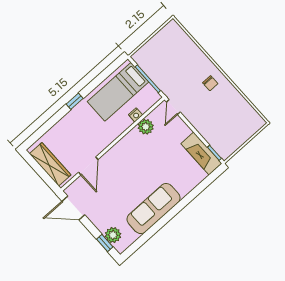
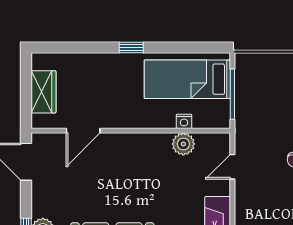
door: (173, 107) -> (232, 167), moved
wardrobe: (50, 164) -> (43, 92), width x0.67

